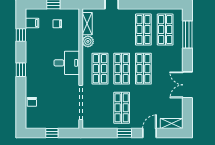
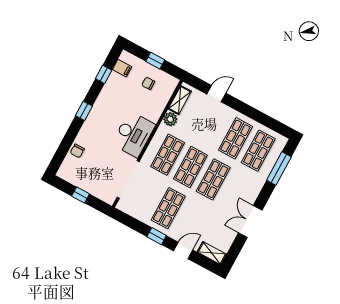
desk: (67, 63) -> (133, 134), width x1.37

